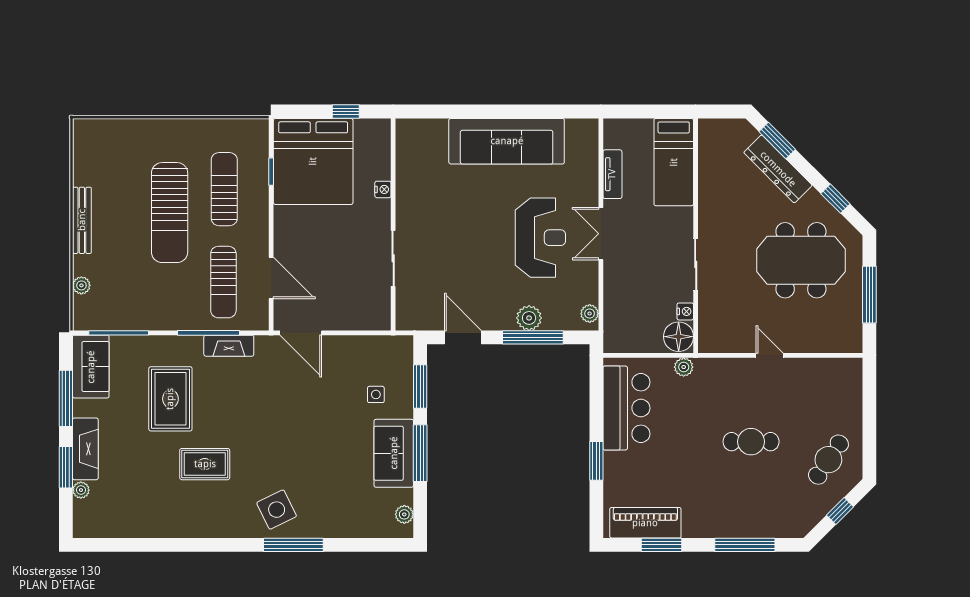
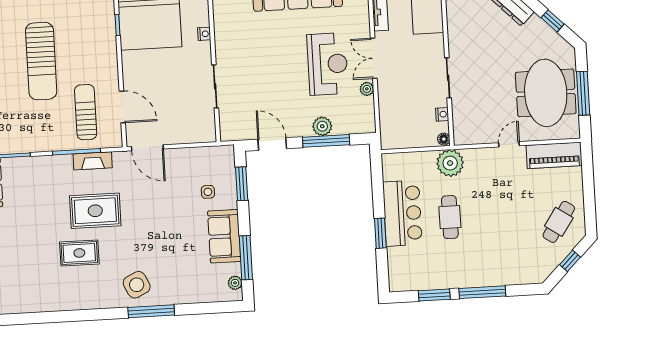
sun lounger: (224, 189) -> (82, 41), removed
meeting table: (801, 260) -> (546, 93), moved, turned 90
sun lounger: (223, 282) -> (86, 112), turned 180
plant: (590, 314) -> (367, 89), moved
floor lamp: (679, 337) -> (444, 139), width x0.53, depth x0.53
door: (770, 355) -> (509, 144), hinge flipped
plant: (684, 367) -> (450, 163), width x1.87, depth x1.87
rug: (170, 399) -> (95, 211), moved, turned 90
bar counter: (626, 408) -> (402, 213), moved
cafe table: (751, 442) -> (450, 217), moved, turned 90
window: (420, 453) -> (246, 258), moved
piano: (645, 523) -> (554, 155), moved, turned 180
window: (745, 545) -> (482, 292), moved

